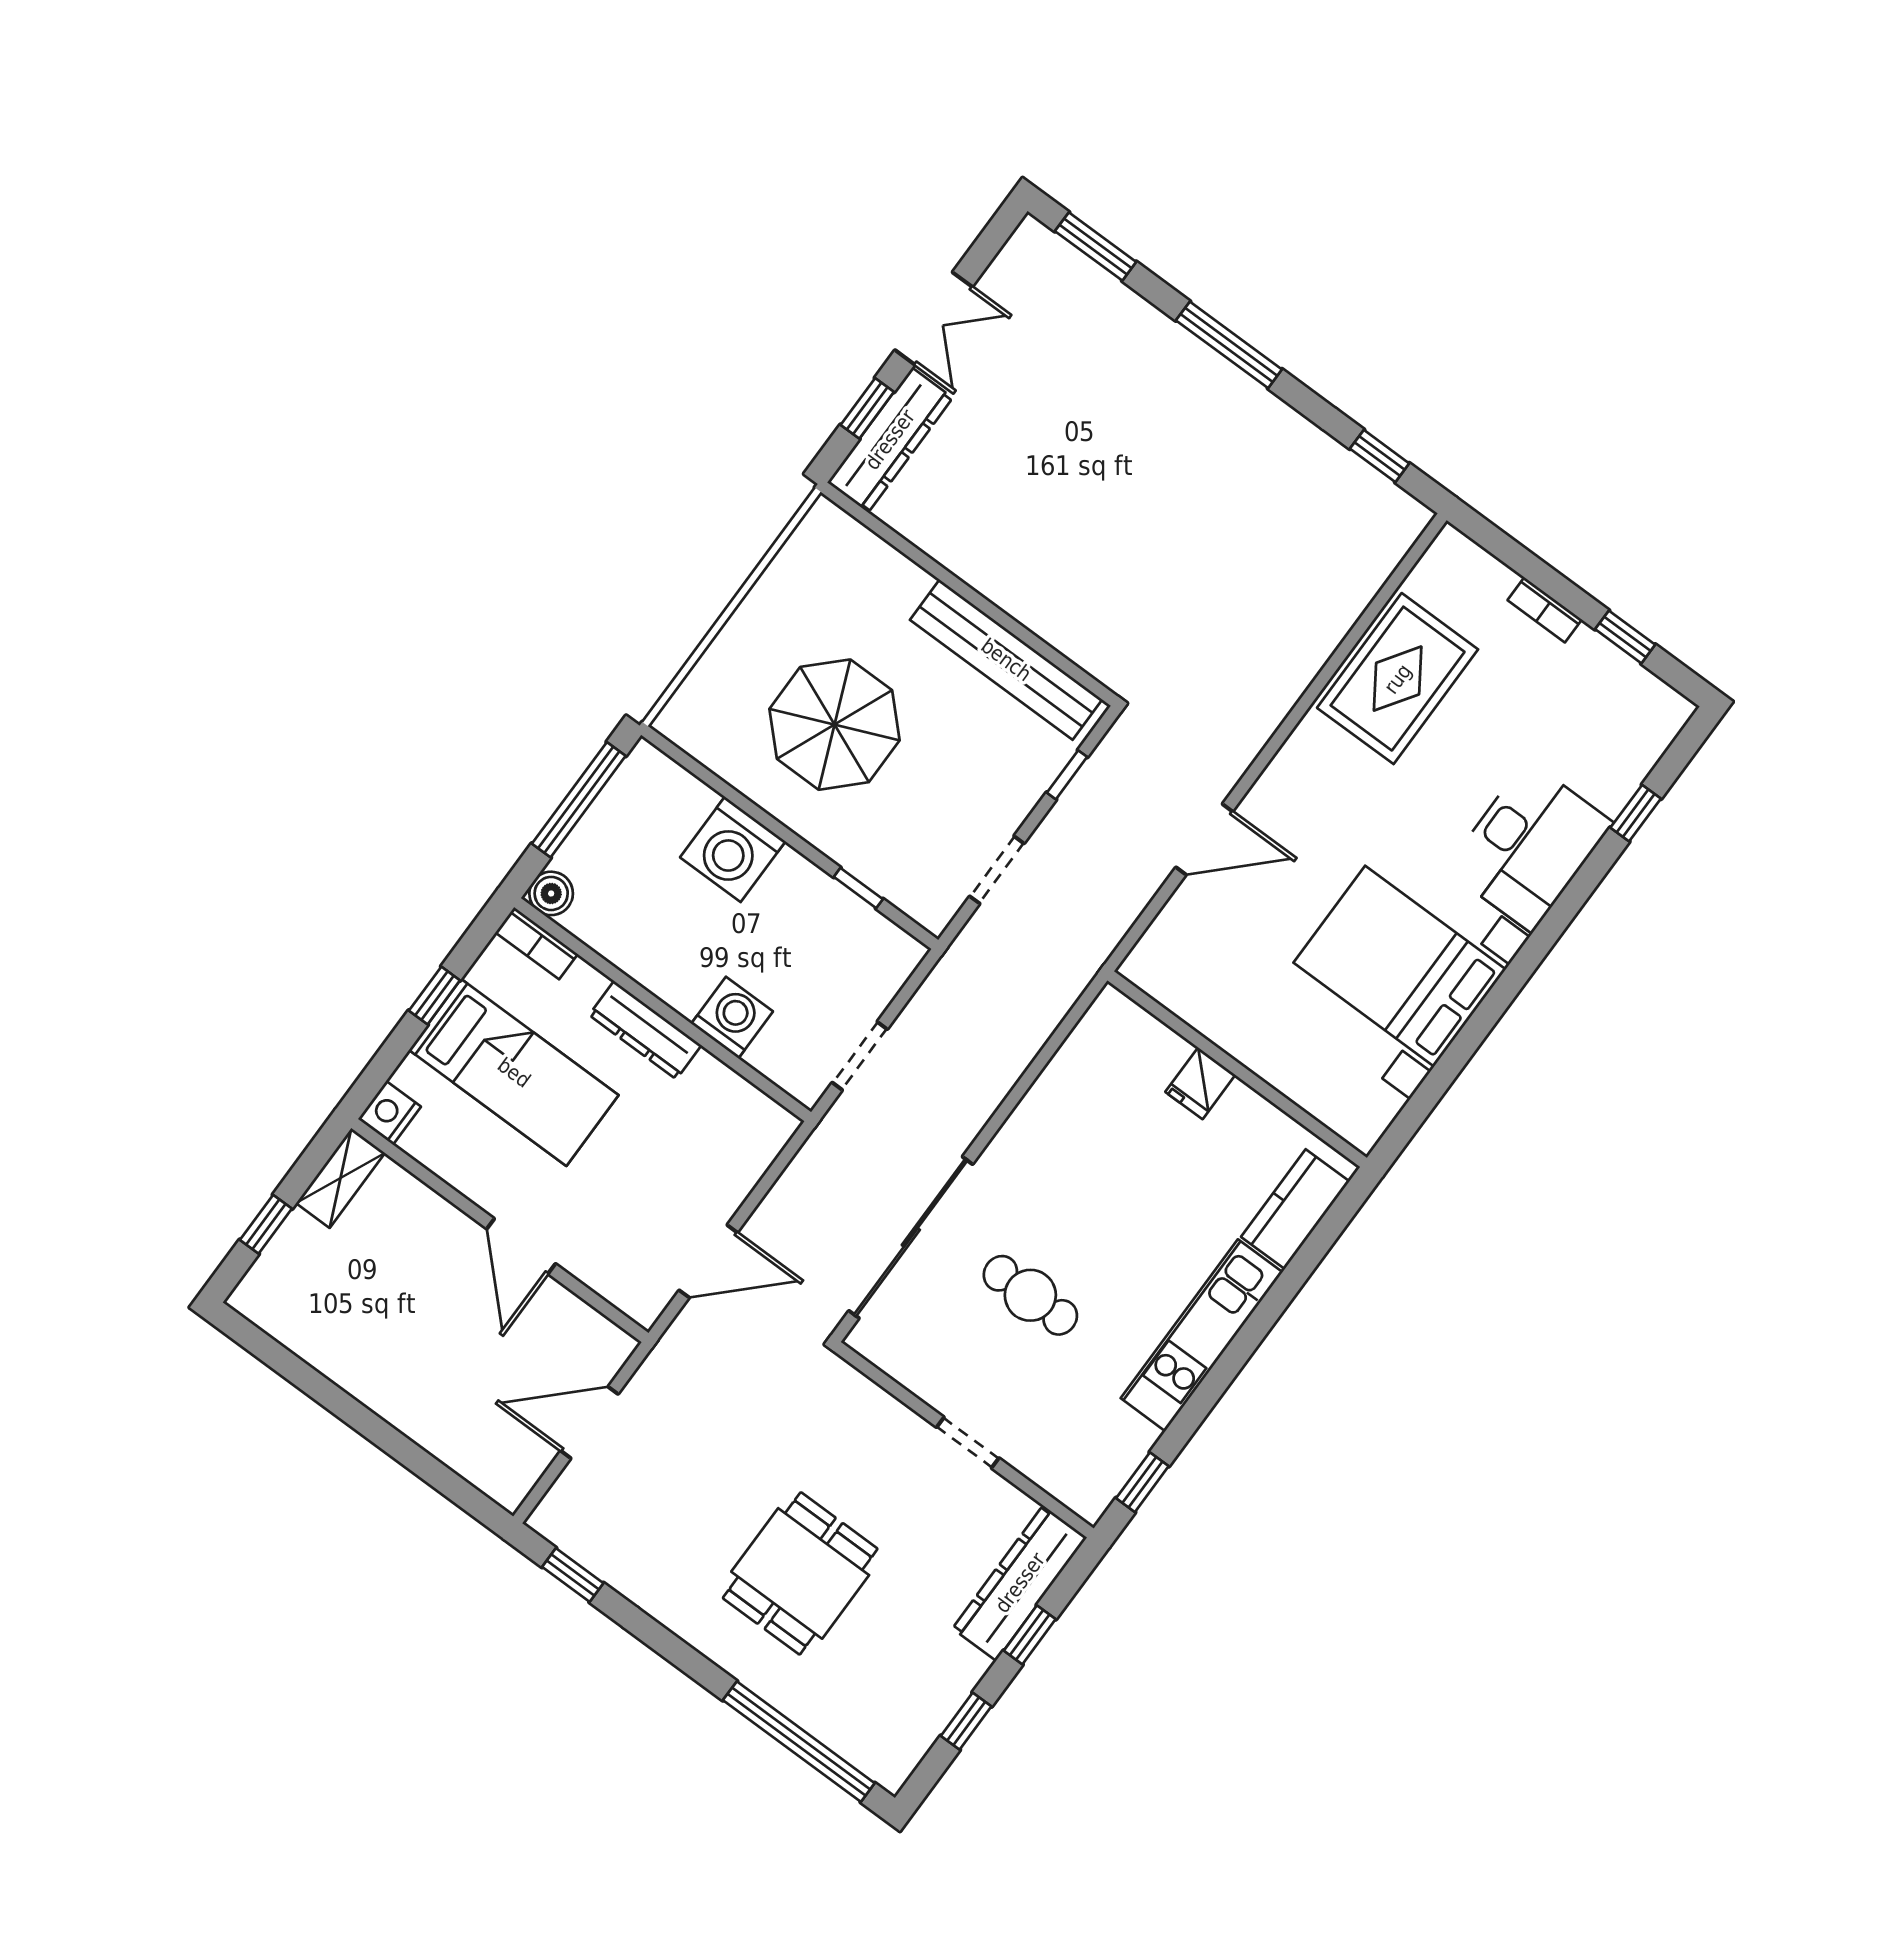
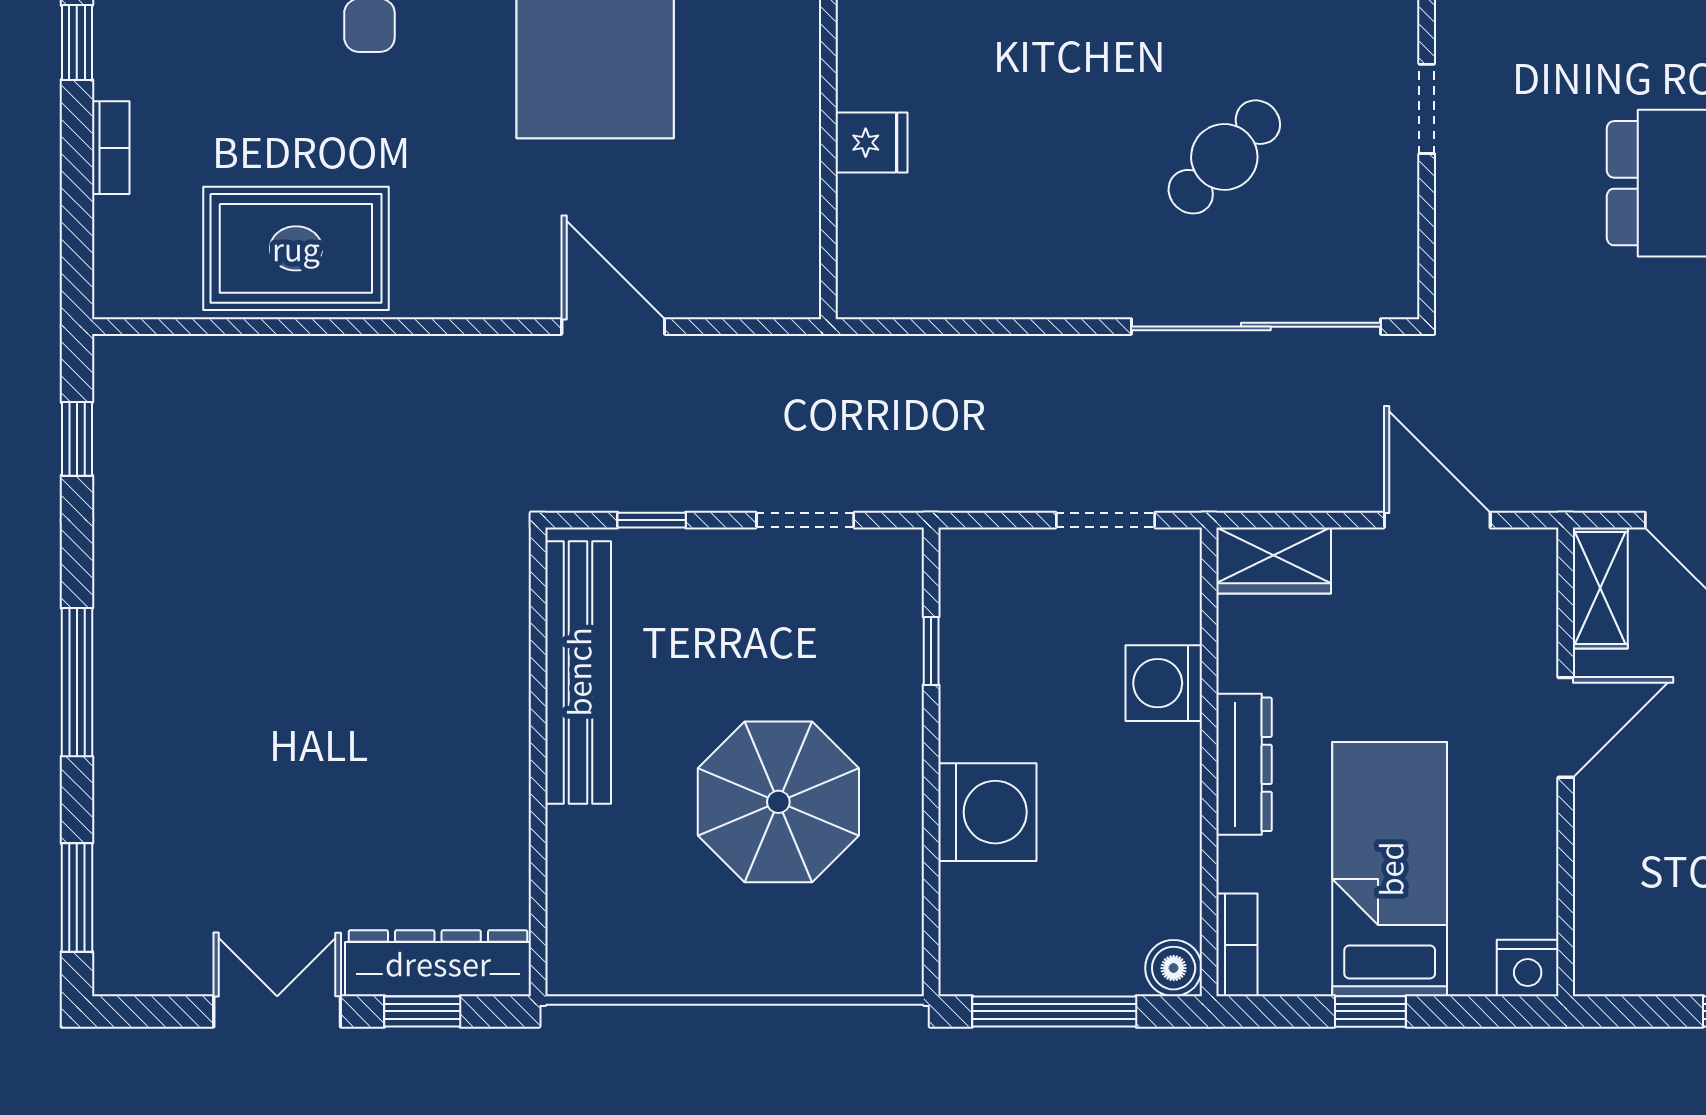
wardrobe: (758, 1142) -> (1274, 560), added
shelving: (340, 1178) -> (1600, 588), moved, turned 90
cafe table: (1030, 1295) -> (1224, 157), turned 44

